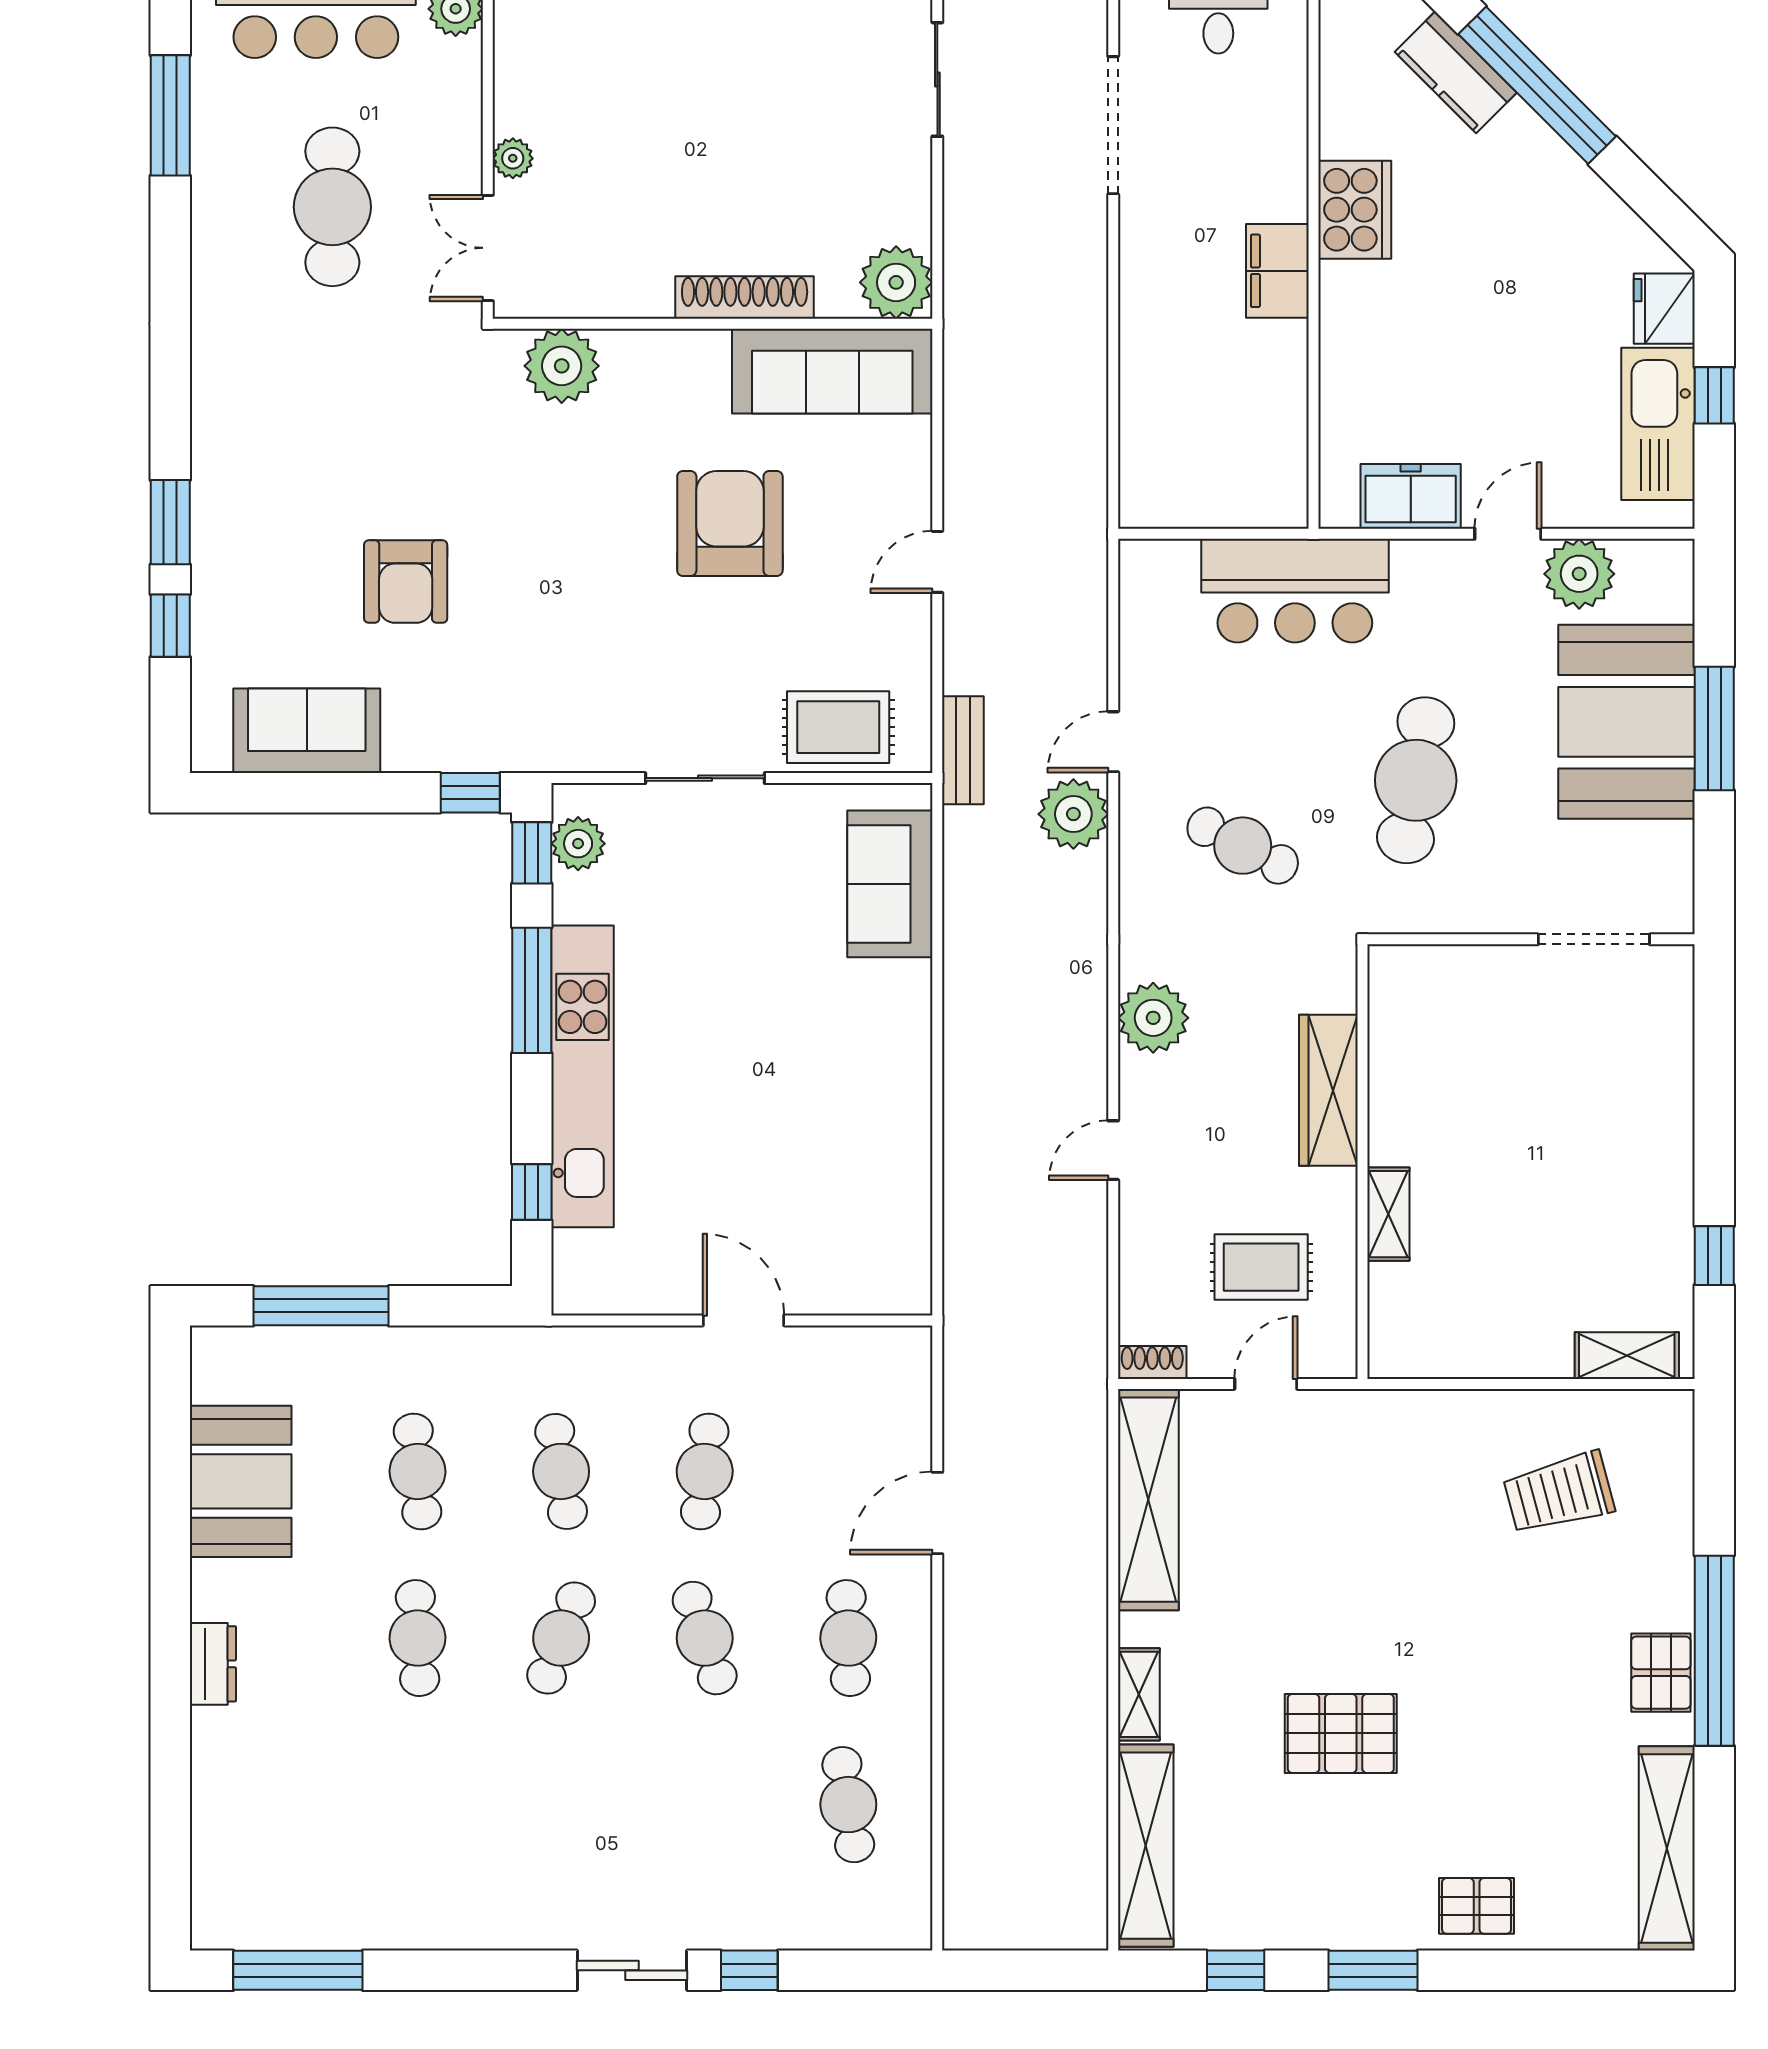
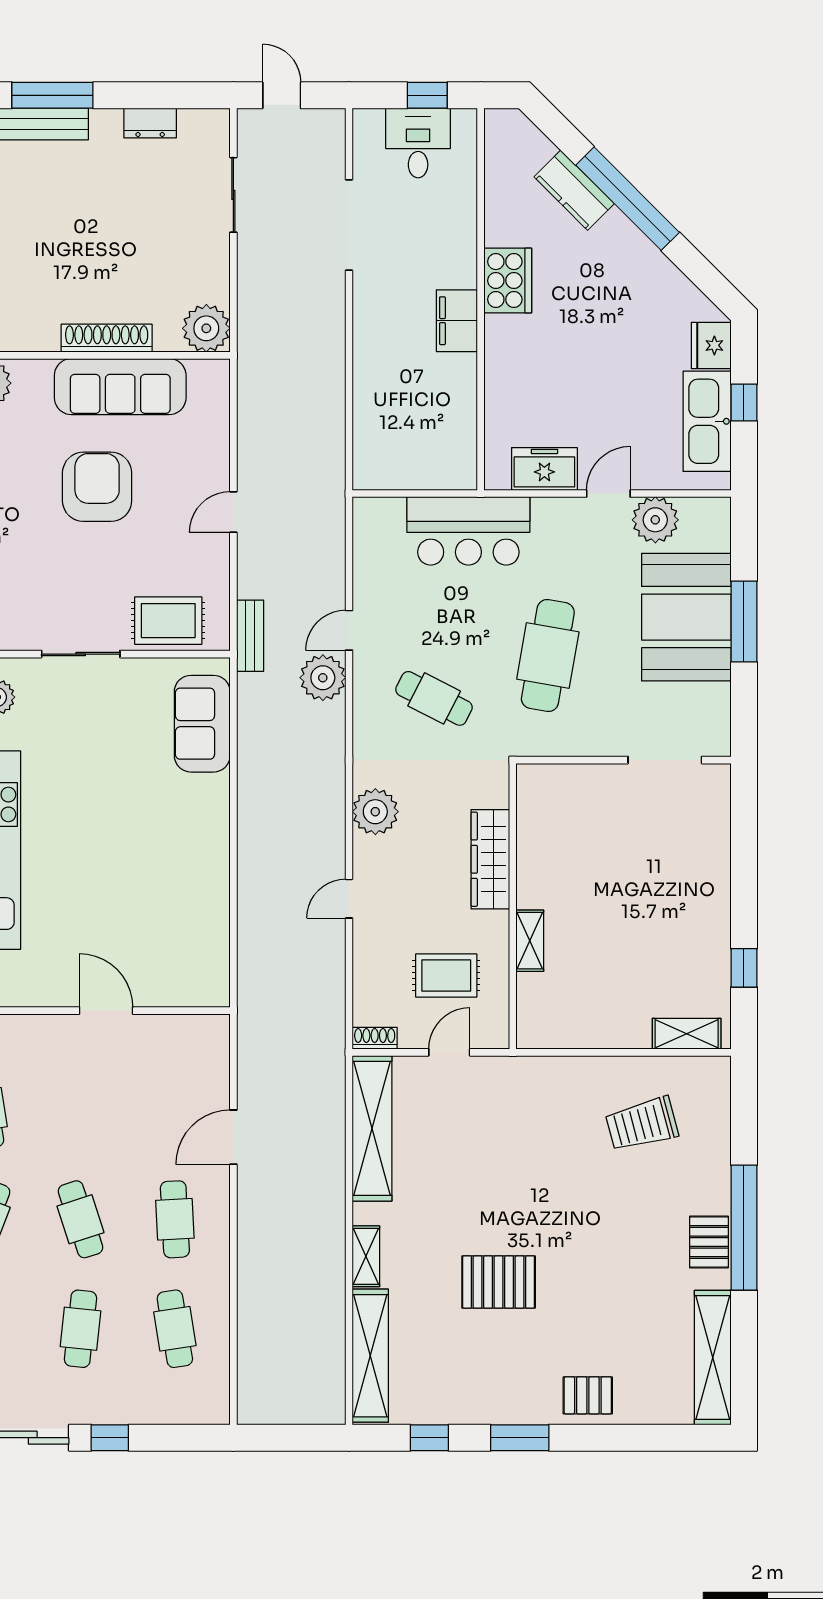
sofa: (832, 371) -> (120, 387), moved
cafe table: (705, 1471) -> (80, 1329), moved

